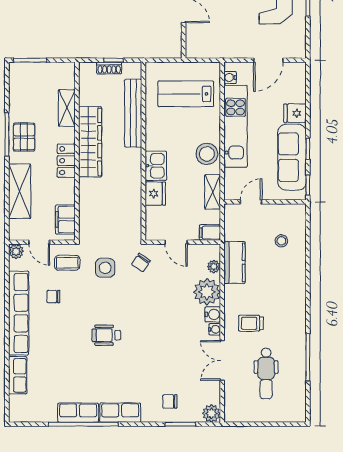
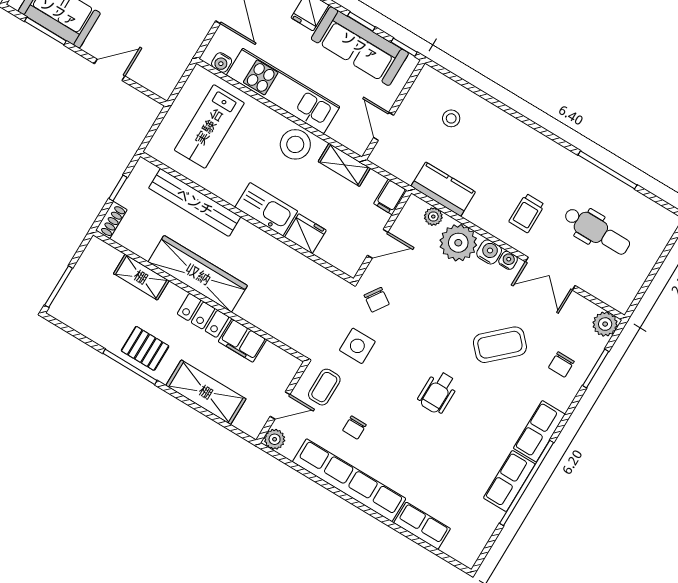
shoe rack: (109, 68) -> (111, 220), moved
kitchen sink: (156, 166) -> (266, 209), width x1.38
filing cabinet: (65, 219) -> (242, 341), moved
coffee table: (159, 356) -> (500, 345), added

